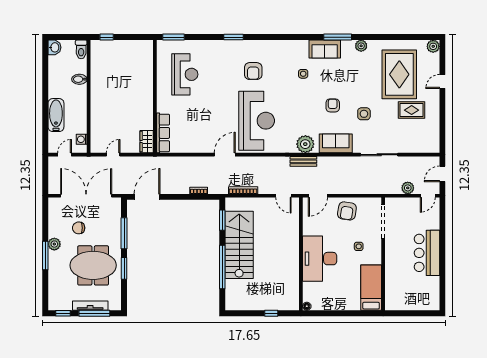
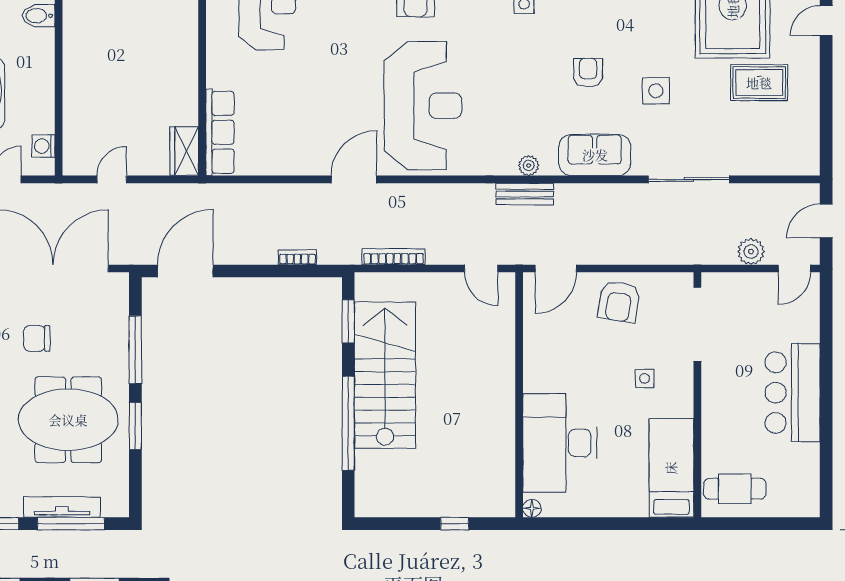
plant: (305, 144) -> (529, 165), width x0.53, depth x0.53
desk: (320, 259) -> (560, 443), moved
cafe table: (400, 297) -> (735, 489), added

